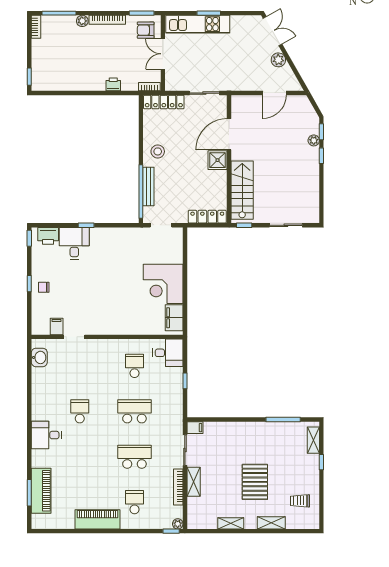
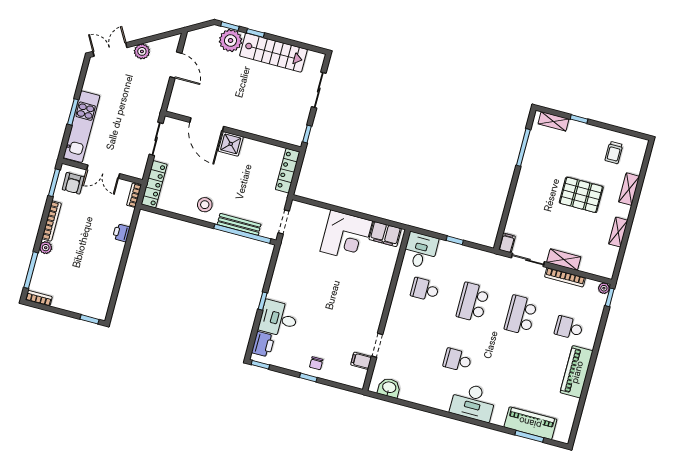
plant: (314, 140) -> (231, 40), width x1.88, depth x1.88
stairs: (242, 190) -> (273, 53), moved, turned 180
desk: (46, 435) -> (473, 402), width x1.37

